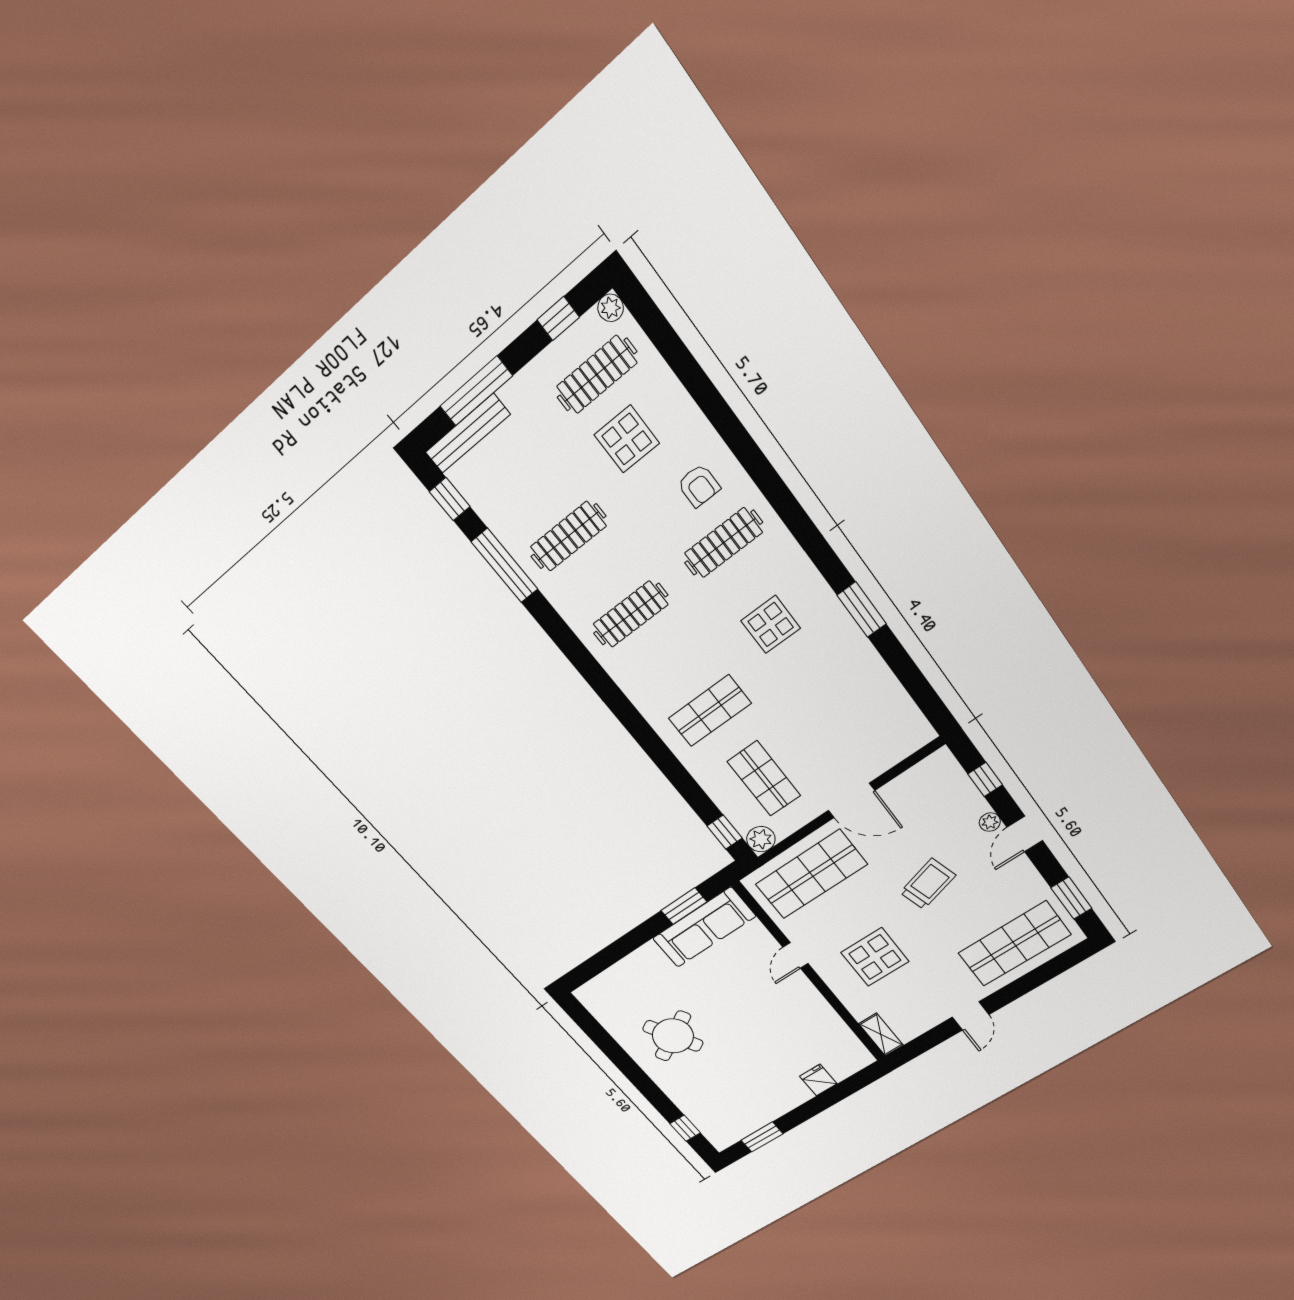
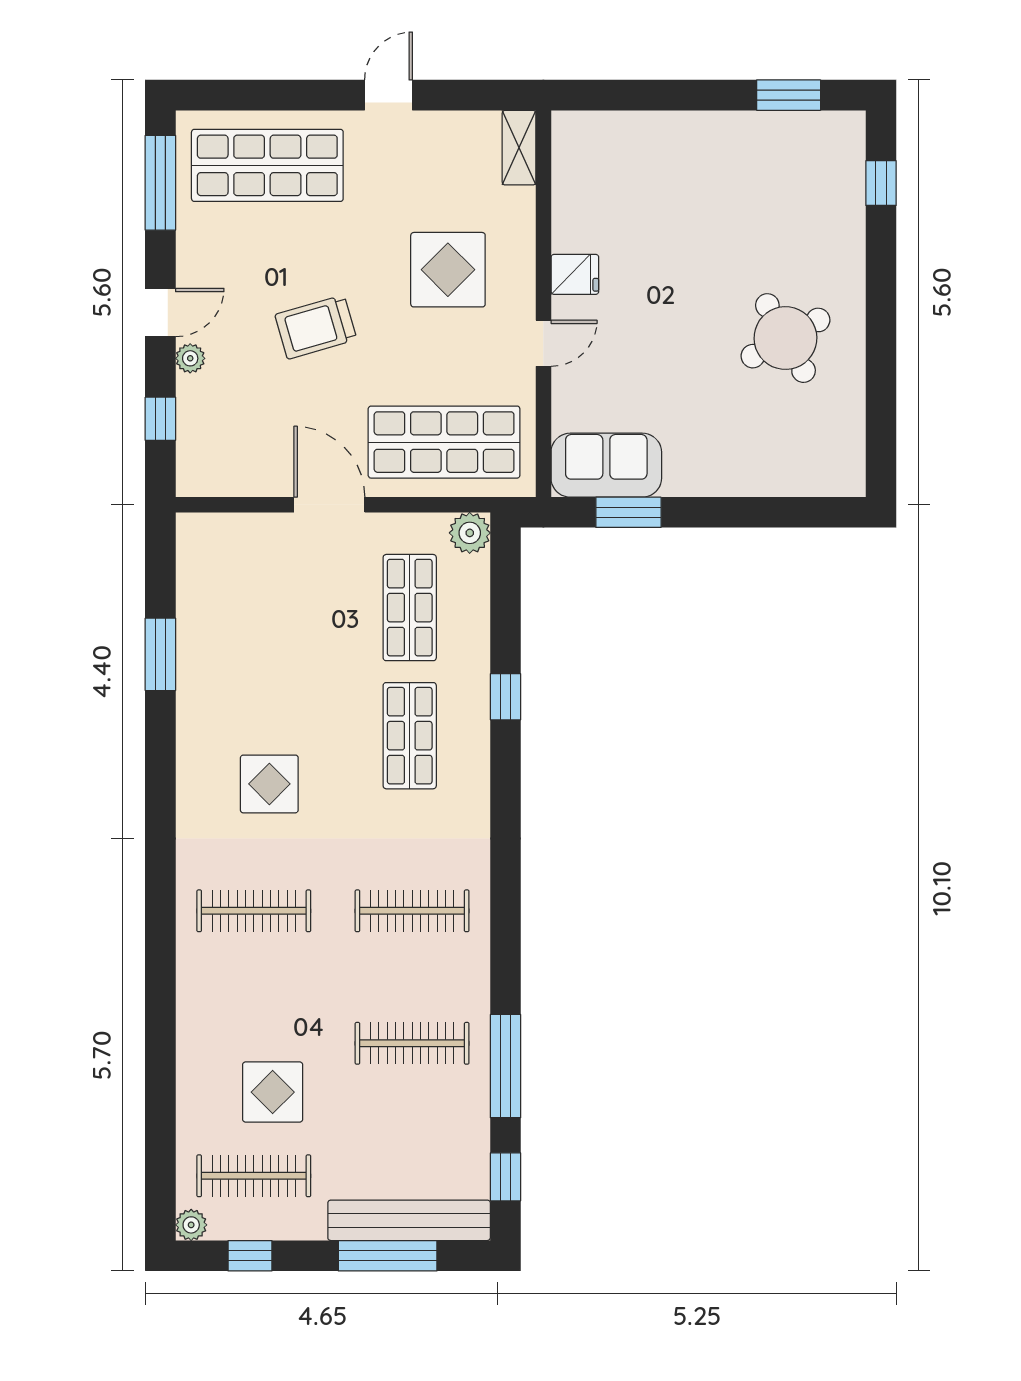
bench: (468, 433) -> (409, 1220), width x1.37, depth x1.21
armchair: (699, 486) -> (235, 989), removed
window: (862, 610) -> (160, 654), moved
shop shelf: (710, 711) -> (410, 736), turned 90
window: (725, 832) -> (505, 697), moved
window: (1071, 898) -> (160, 183), width x1.44
sofa: (704, 927) -> (606, 465), width x0.73
fridge: (818, 1080) -> (575, 274), moved, turned -90

